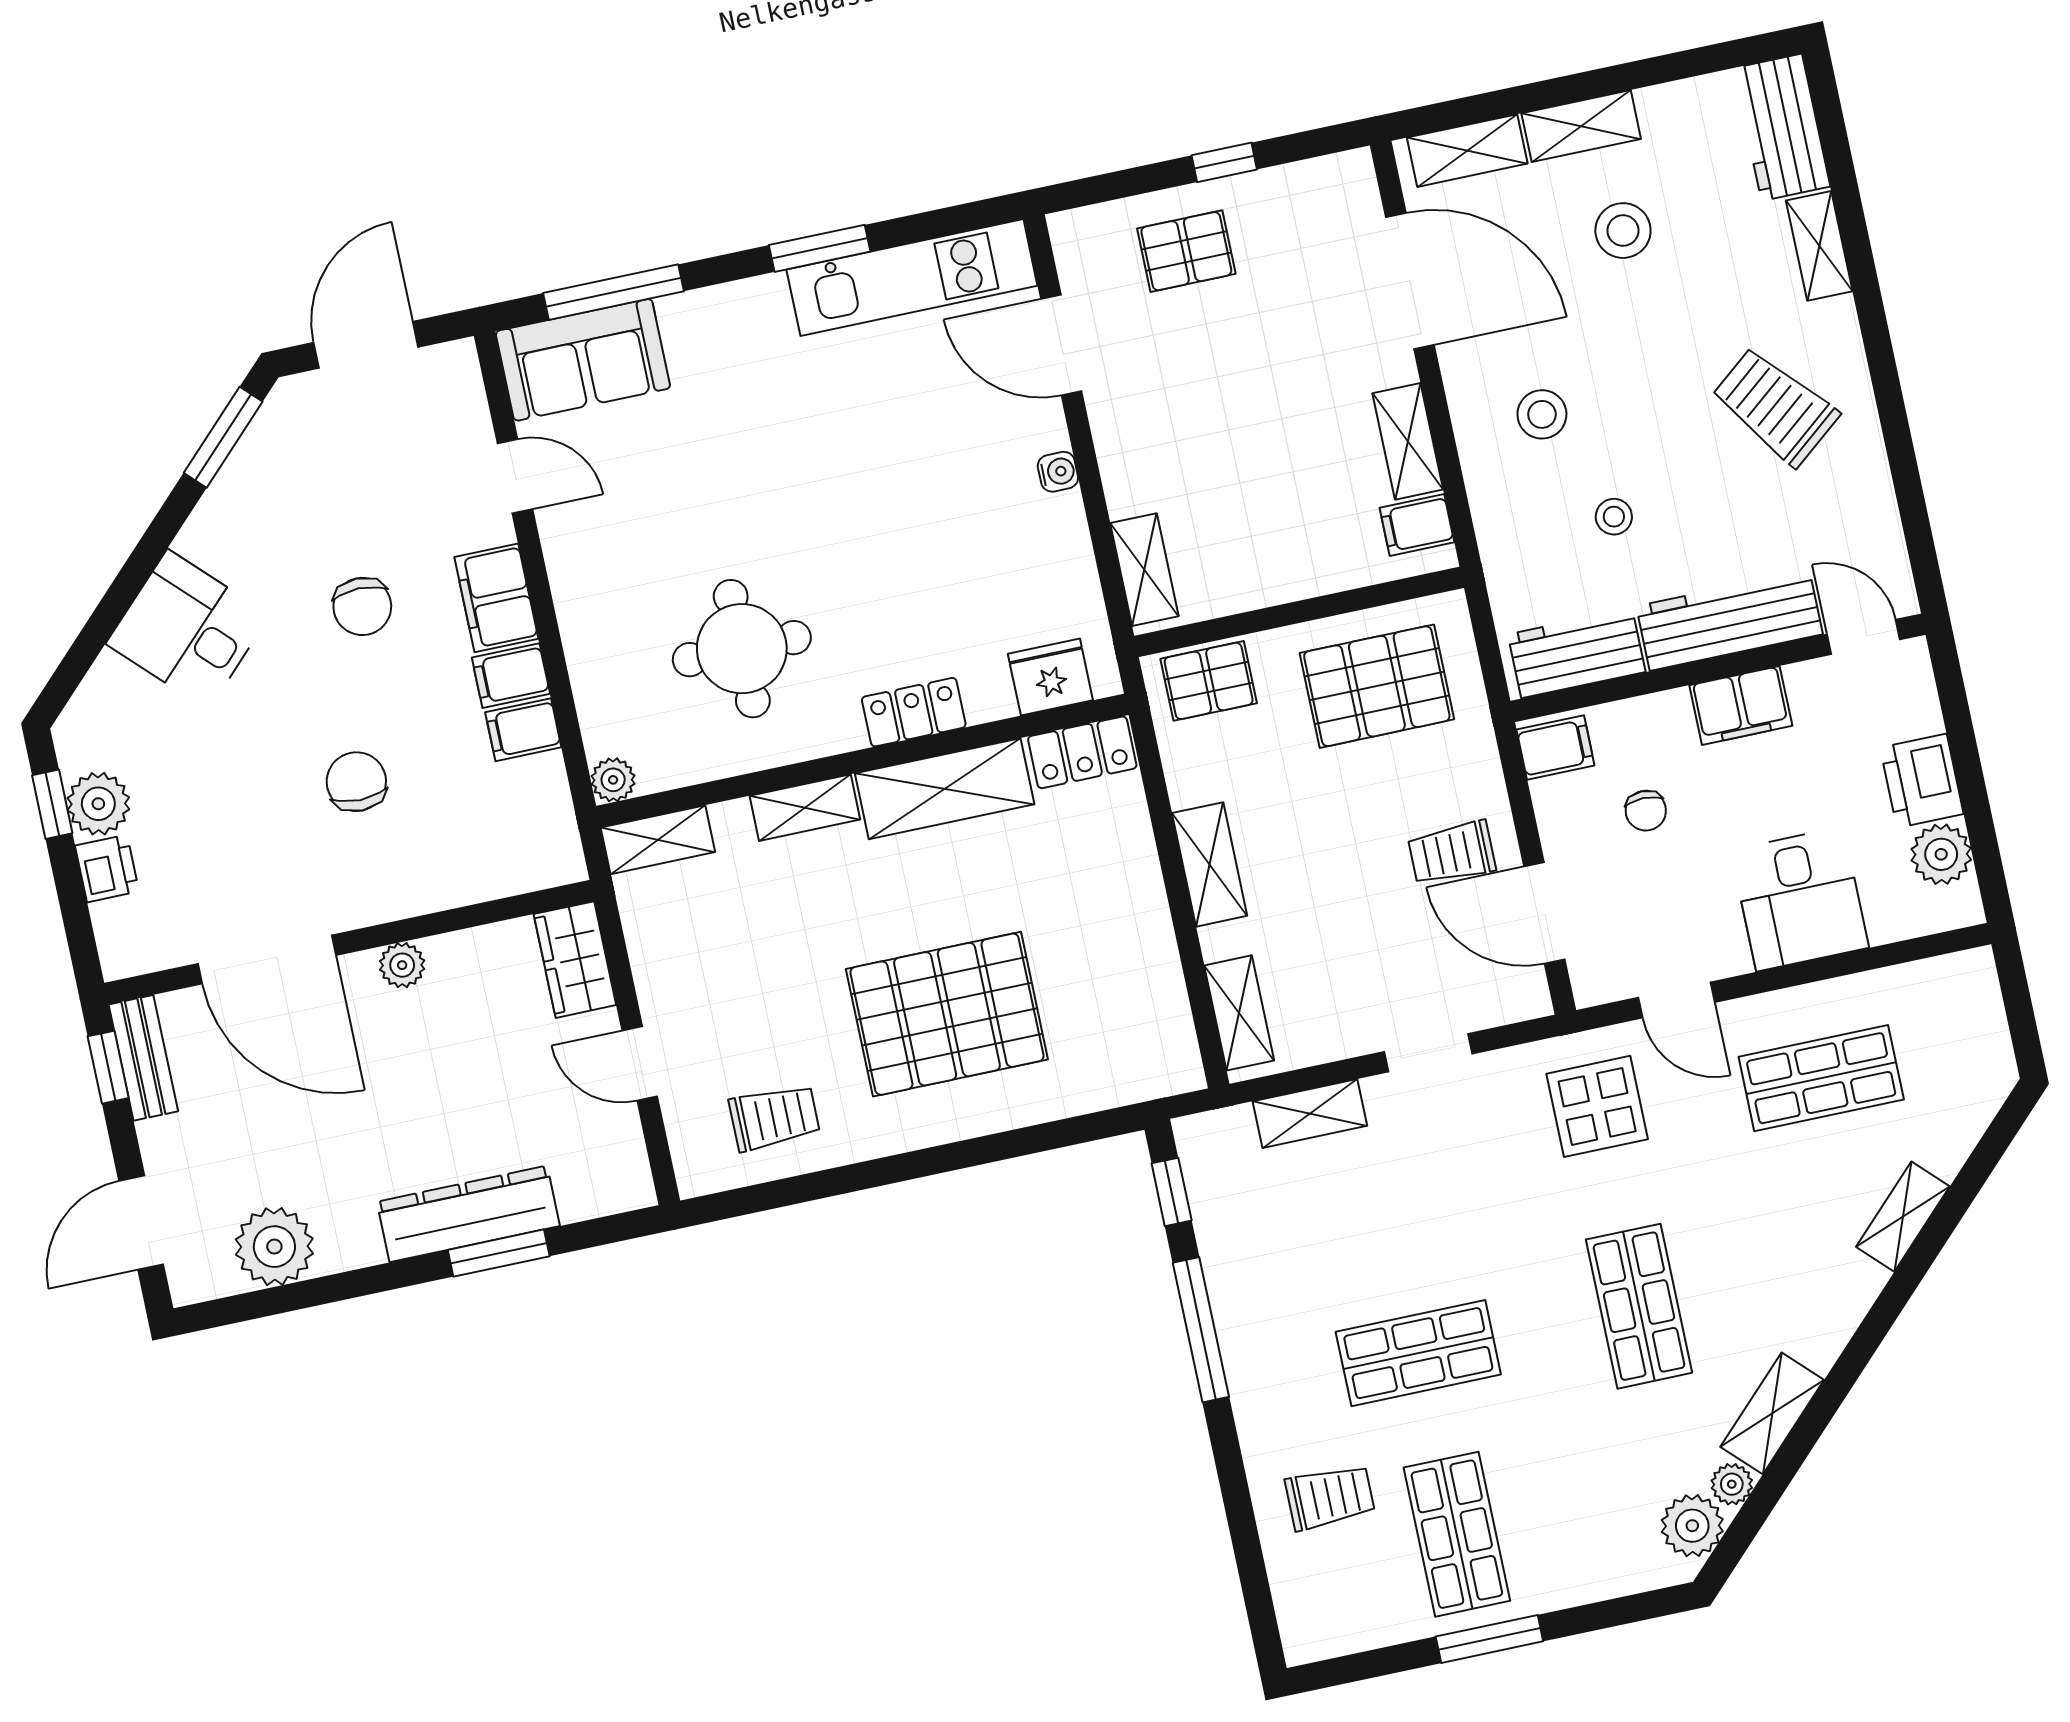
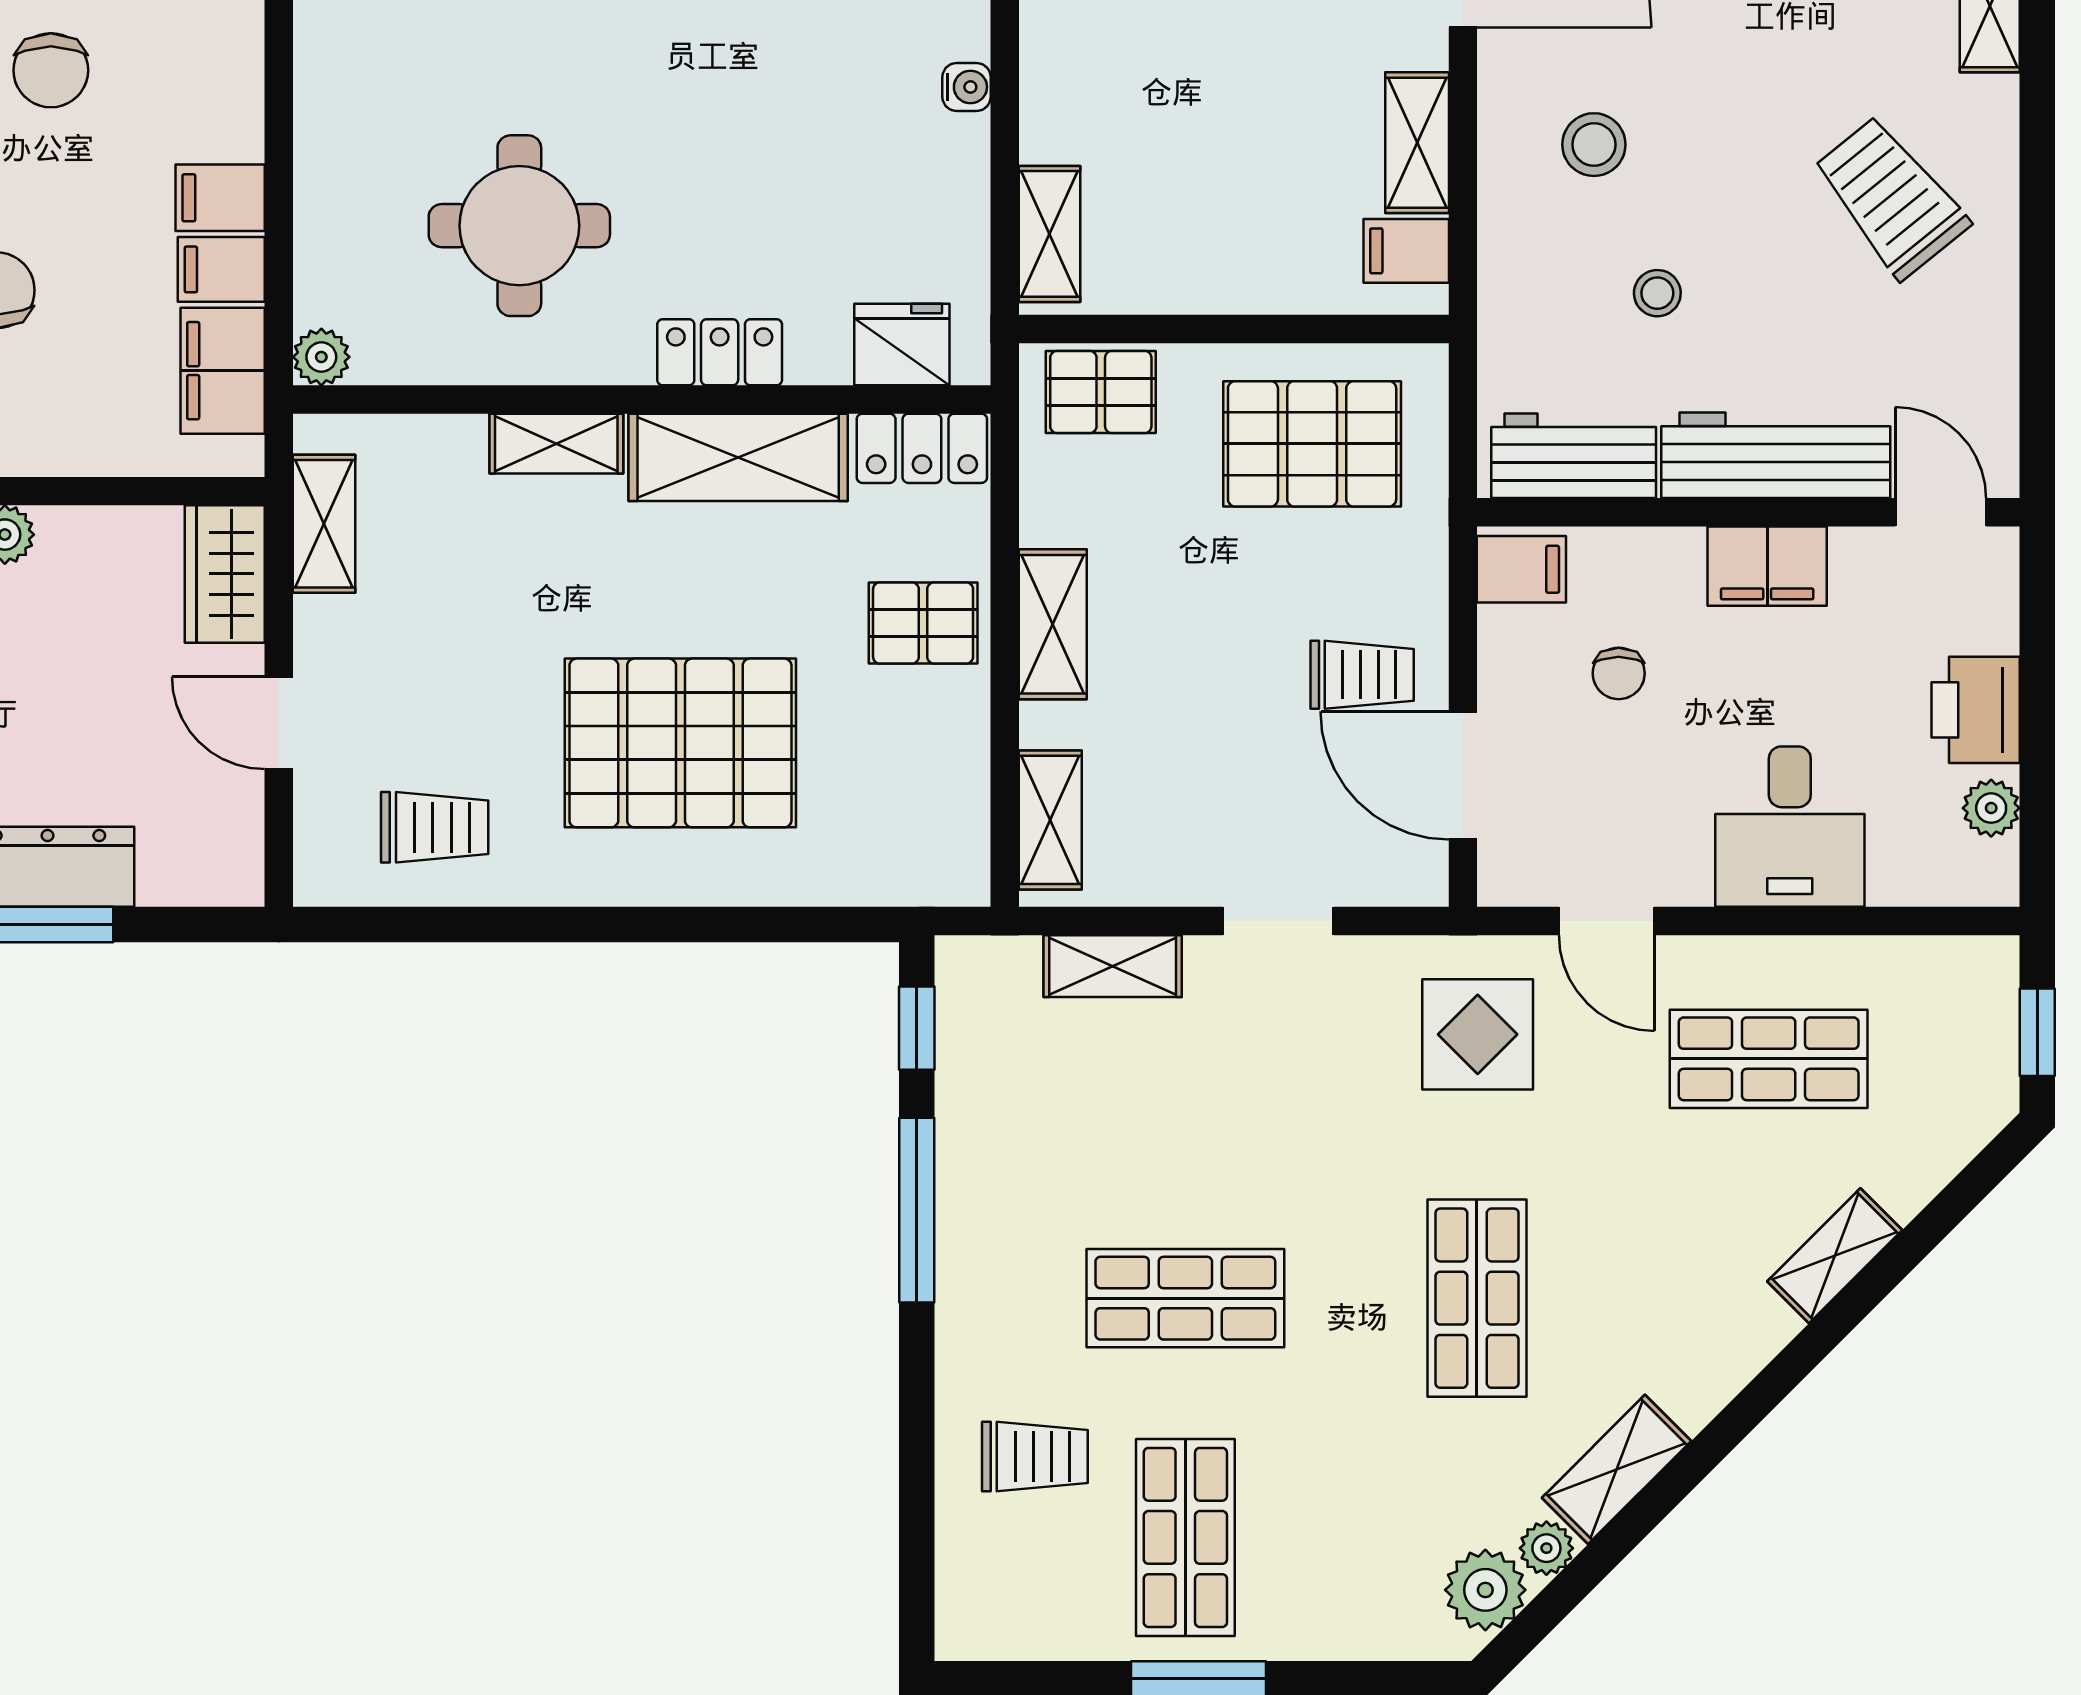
filing cabinet: (496, 598) -> (223, 371), moved
shelving: (658, 840) -> (324, 524), moved, turned 90
trolley: (1452, 853) -> (1362, 675), turned 180
plant: (1941, 854) -> (1991, 808), width x0.73, depth x0.73
pallet: (1111, 884) -> (923, 623), added
window: (2020, 1015) -> (2037, 1032), added

